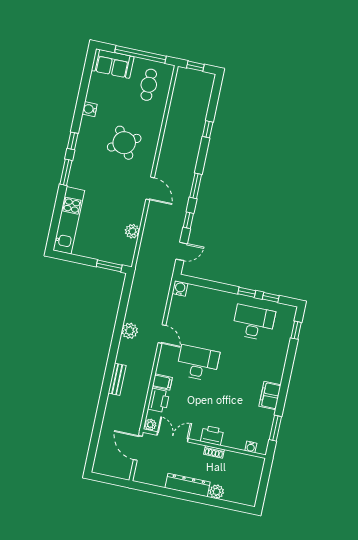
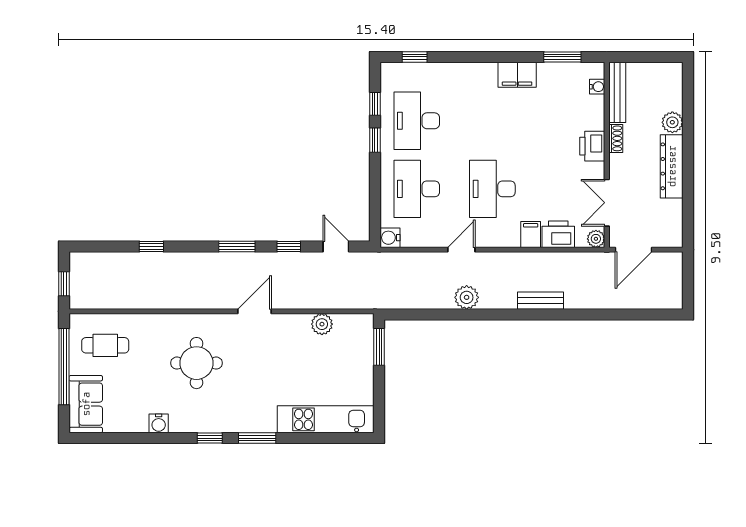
round table: (124, 143) -> (197, 363), turned 31
desk: (209, 313) -> (417, 189), added
bench: (244, 459) -> (617, 92), added

